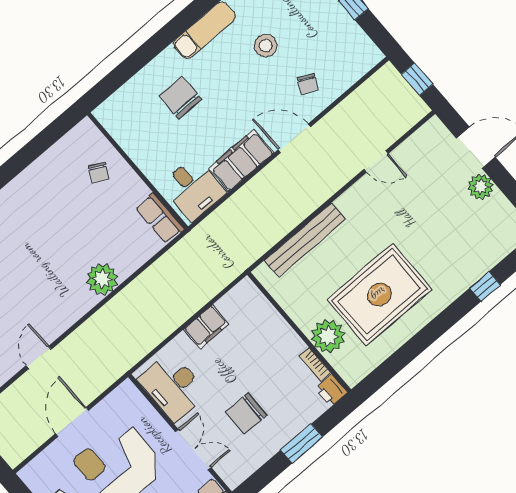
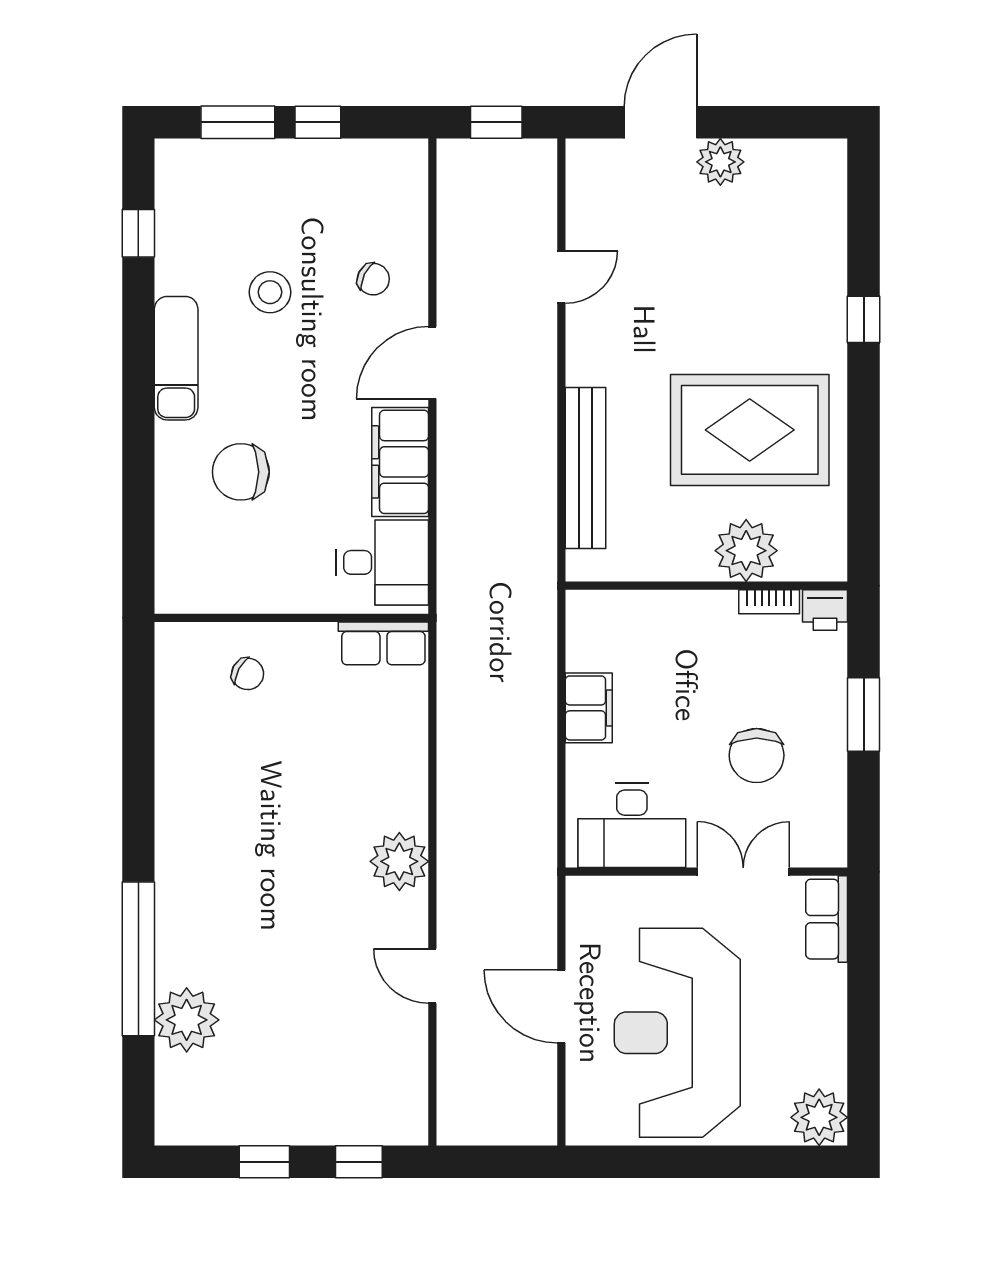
plant: (102, 279) -> (399, 861), moved
window: (485, 286) -> (864, 319), moved
rug: (379, 295) -> (750, 430), turned 90

